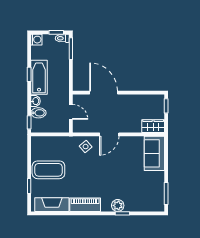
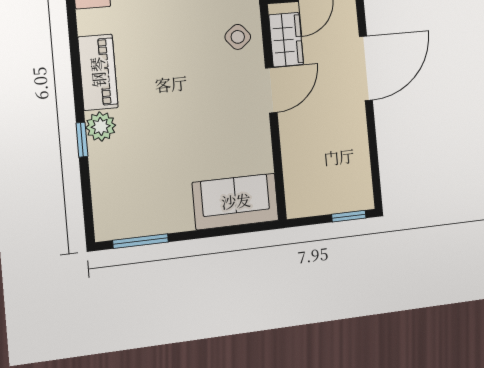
wardrobe: (153, 126) -> (286, 40), moved
door: (109, 134) -> (271, 90), swing flipped
piano: (85, 205) -> (98, 72), moved

